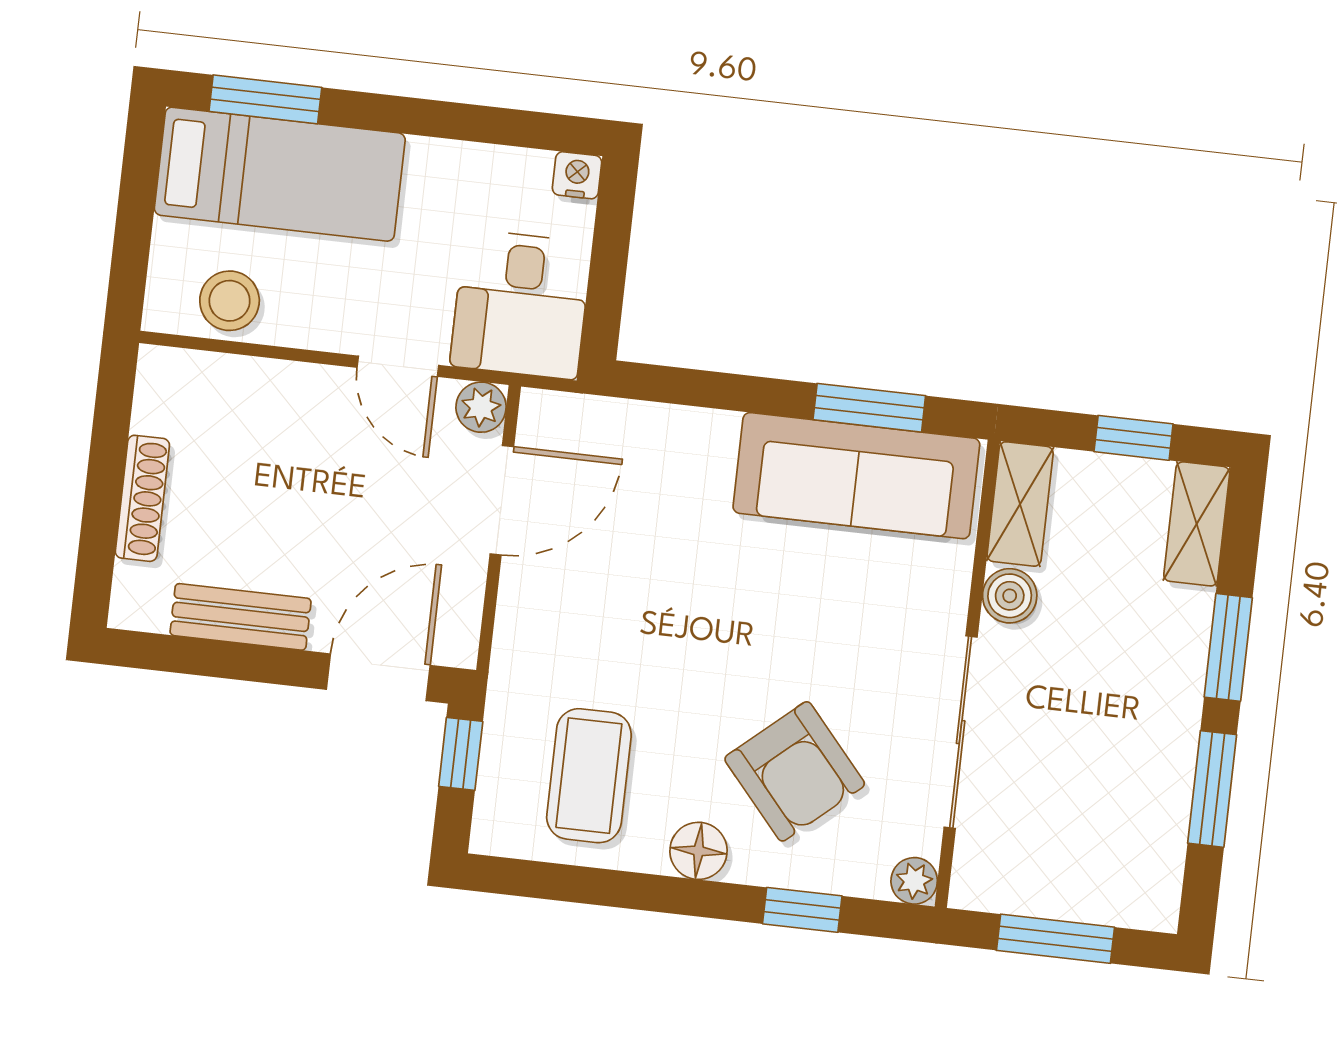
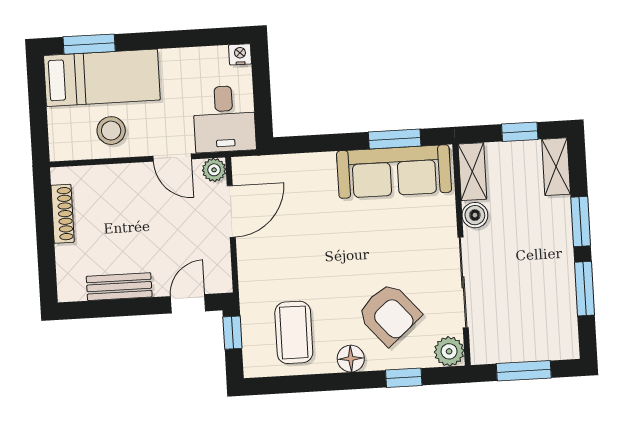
stool: (230, 301) -> (111, 131), moved
shoe rack: (142, 498) -> (63, 214), moved
door: (378, 677) -> (188, 304), width x0.73
plant: (914, 881) -> (449, 351), width x1.38, depth x1.38

